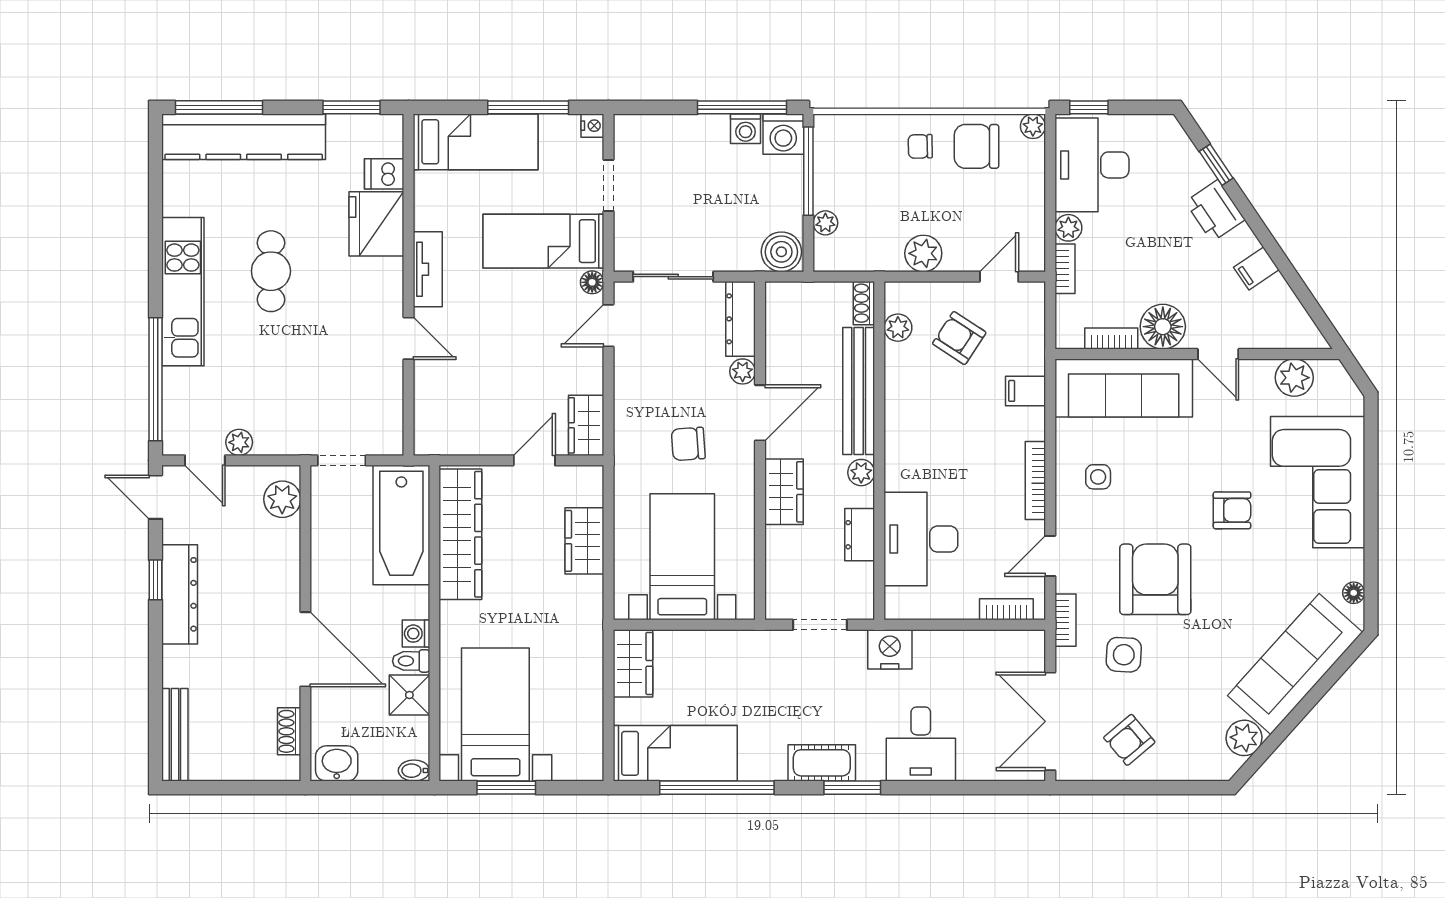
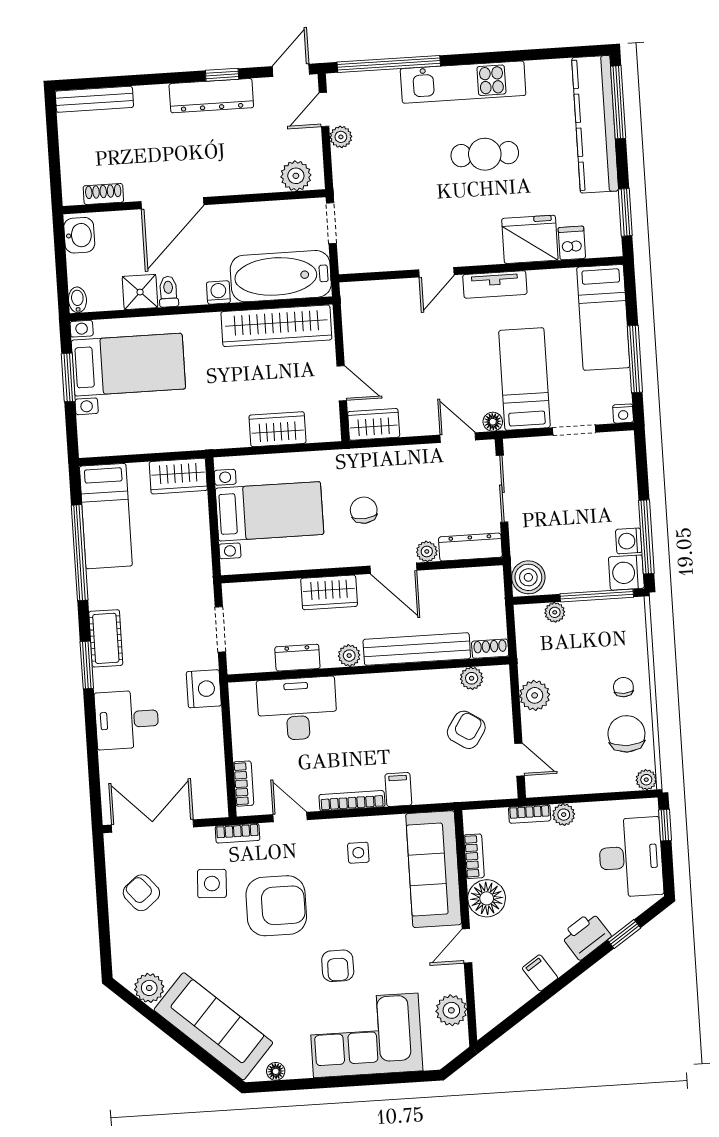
desk: (1092, 165) -> (631, 857), moved, turned 90
filing cabinet: (1026, 391) -> (398, 790), moved
washing machine: (416, 634) -> (218, 292), moved

